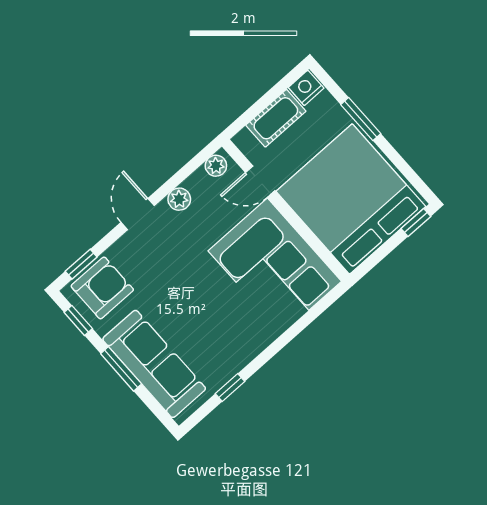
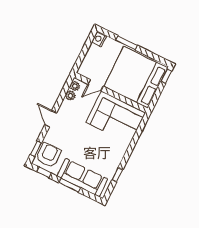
cot: (276, 118) -> (92, 57), removed
plant: (179, 199) -> (70, 96), moved

